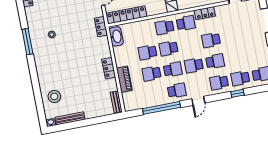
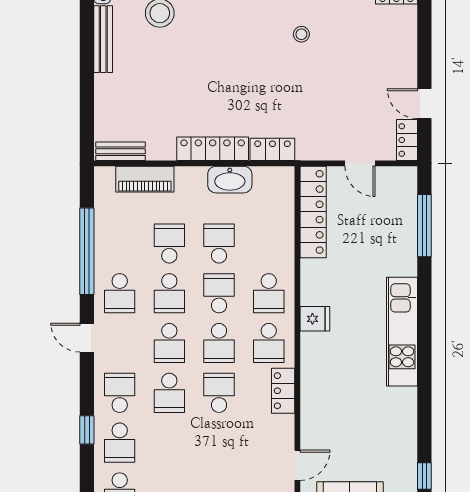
locker: (101, 27) -> (272, 149), moved
school desk: (165, 27) -> (269, 293), turned 180
washbasin: (116, 36) -> (230, 180), moved
school desk: (190, 44) -> (219, 343), added
school desk: (194, 65) -> (169, 343), turned 180
locker: (109, 68) -> (213, 149), width x1.53
school desk: (240, 78) -> (120, 443), turned 180
piano: (124, 79) -> (145, 179), moved

